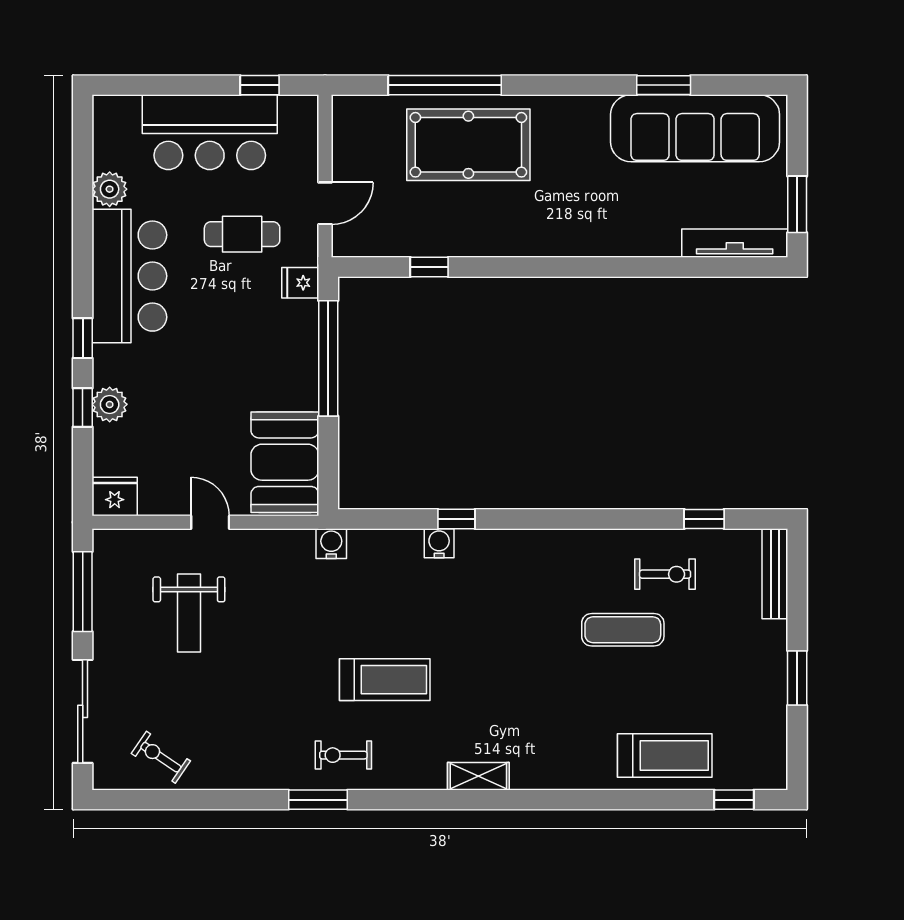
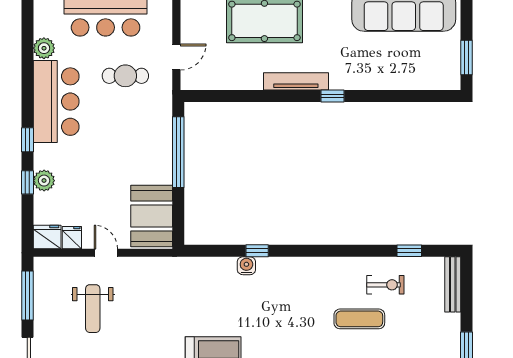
tv unit: (735, 243) -> (296, 81), moved
window: (429, 267) -> (332, 96), moved
fridge: (300, 283) -> (72, 238), moved, turned 90
water cooler: (331, 544) -> (180, 266), removed

